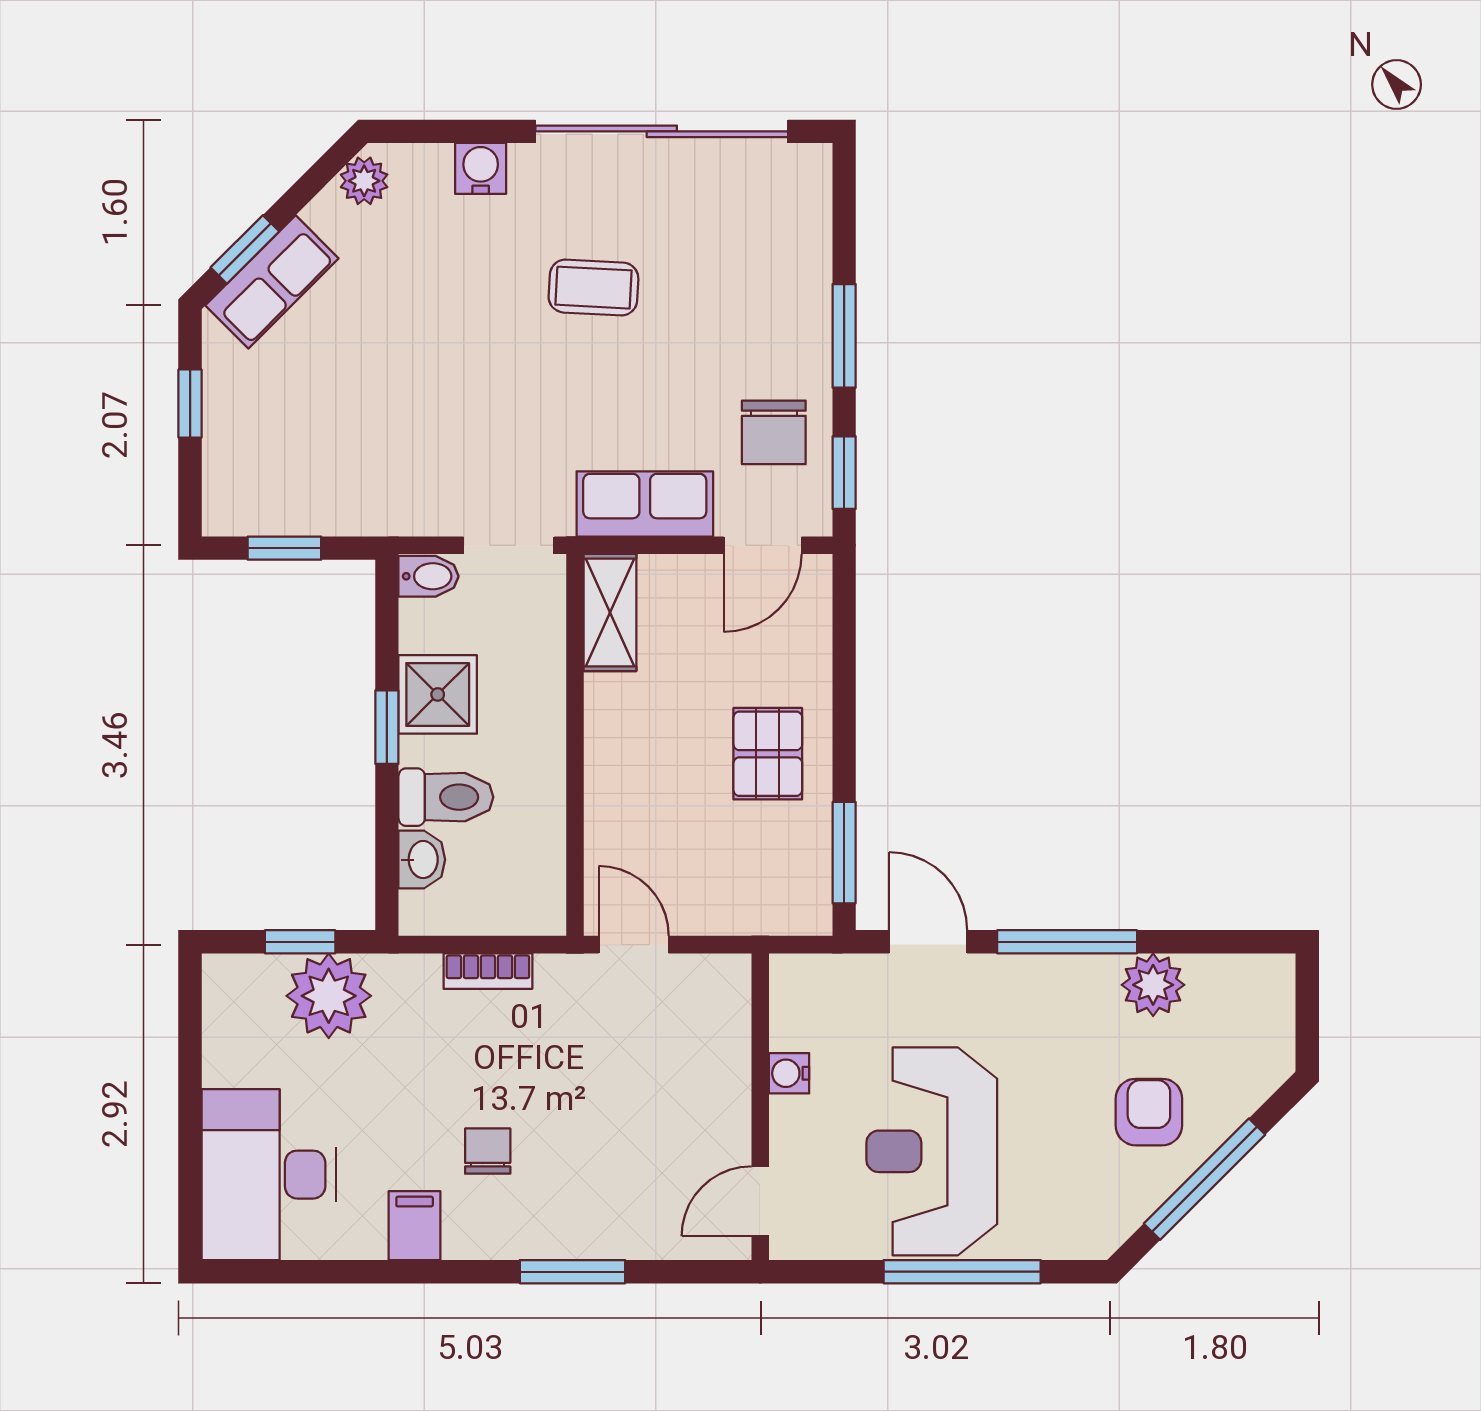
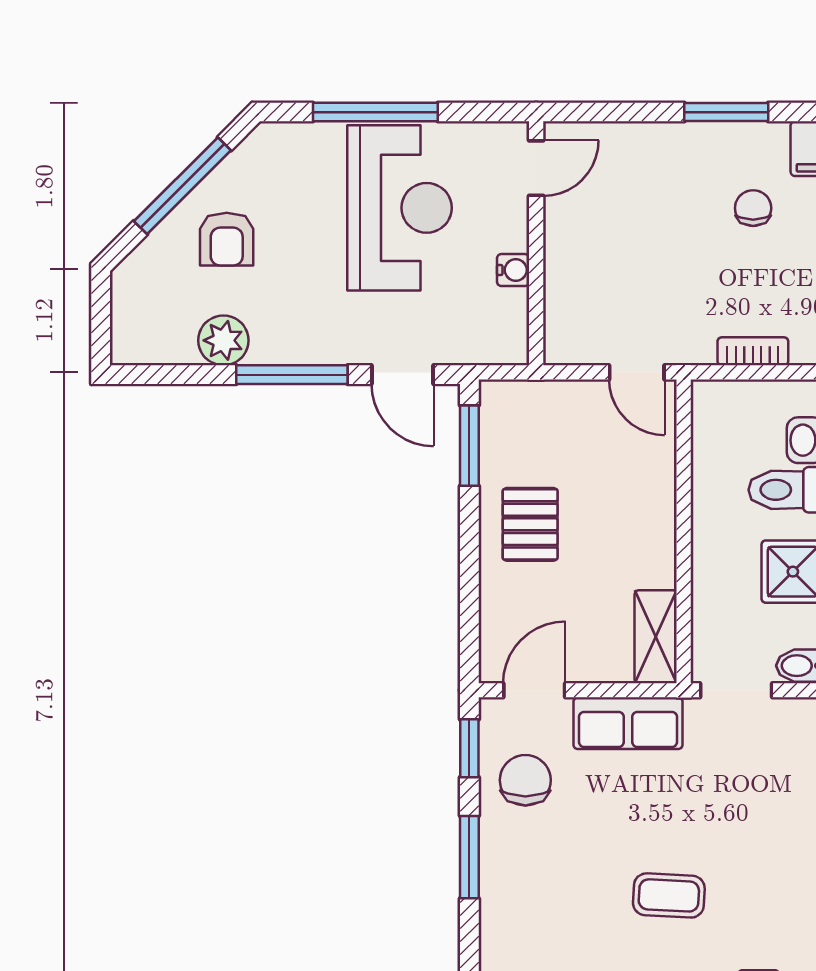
chair: (488, 1151) -> (753, 208), turned 180
window: (572, 1272) -> (726, 112), moved

